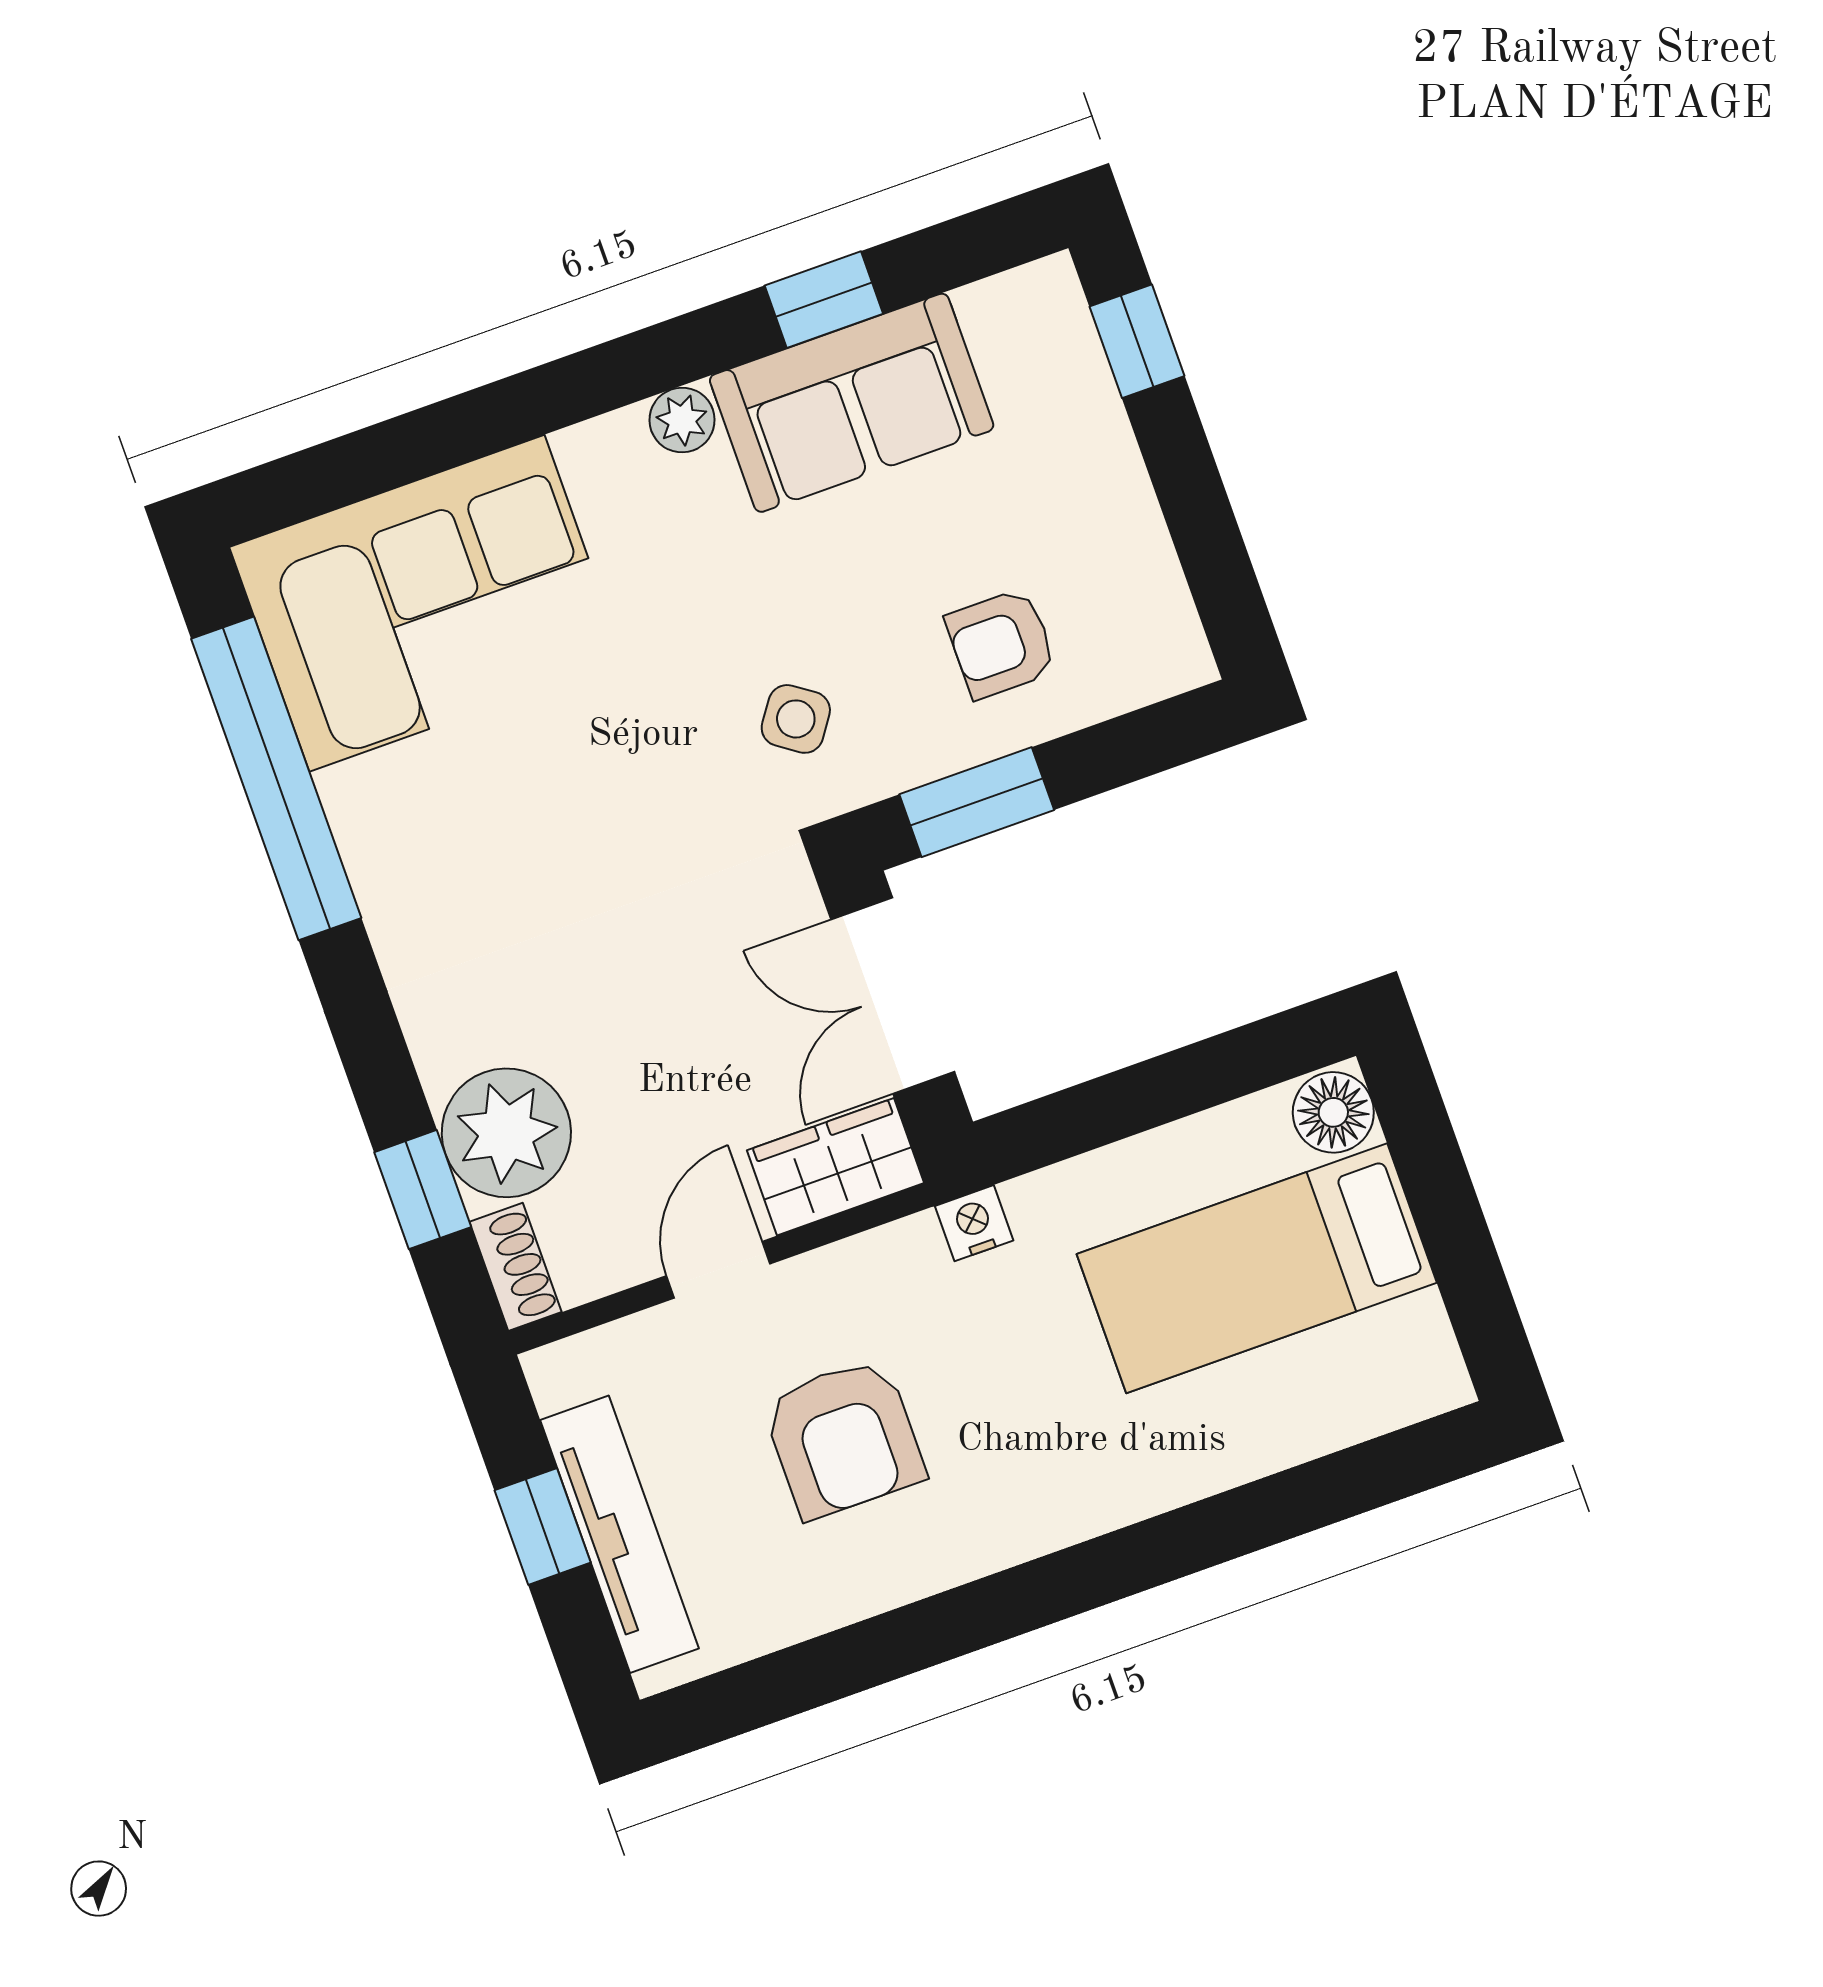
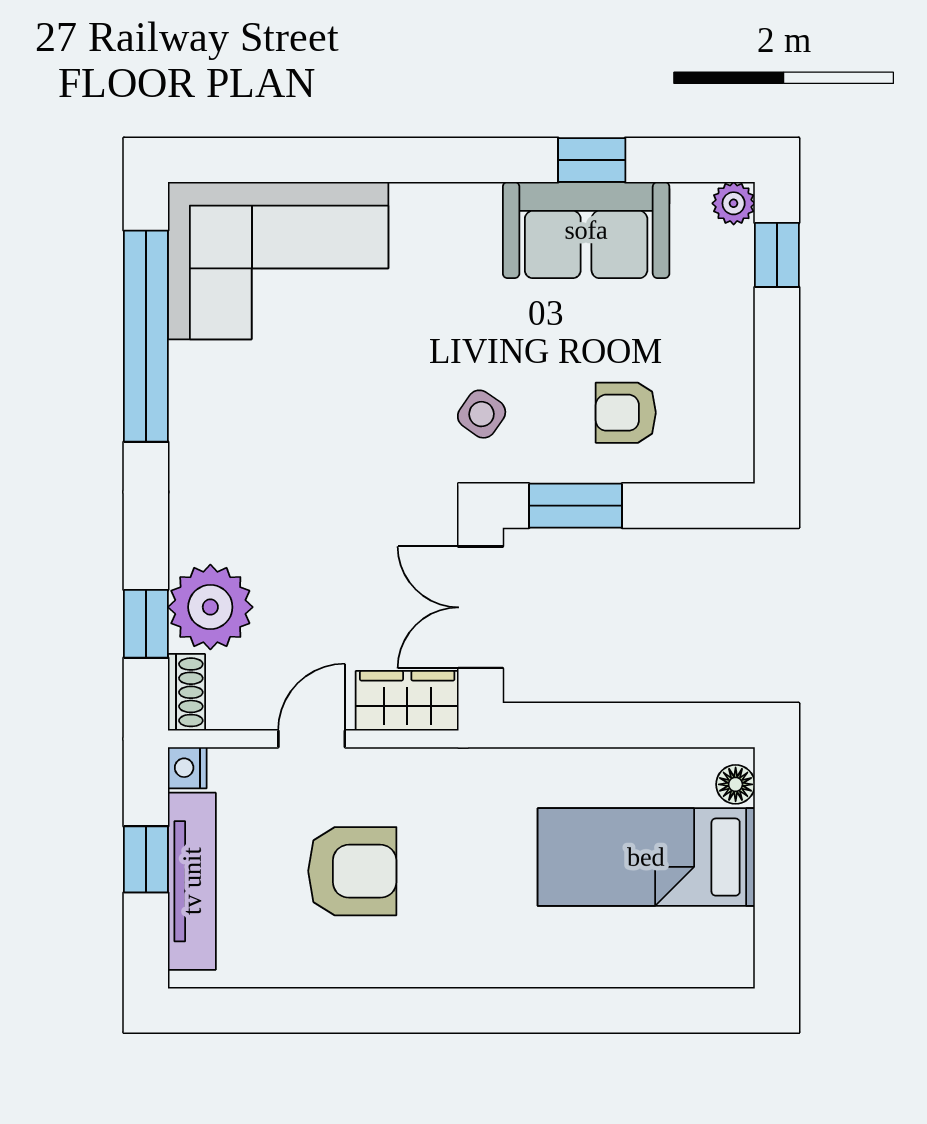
plant: (682, 420) -> (734, 203), moved
floor lamp: (1333, 1112) -> (736, 784), width x0.73, depth x0.73
nightstand: (974, 1223) -> (187, 768), moved, turned -90
armchair: (844, 1438) -> (352, 871), turned -90

